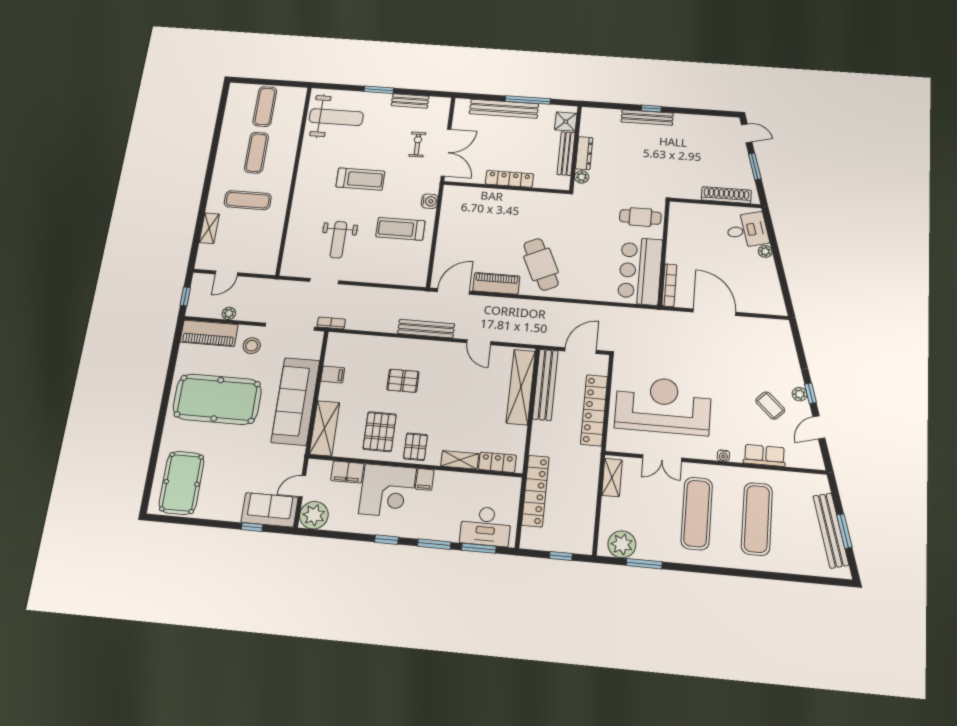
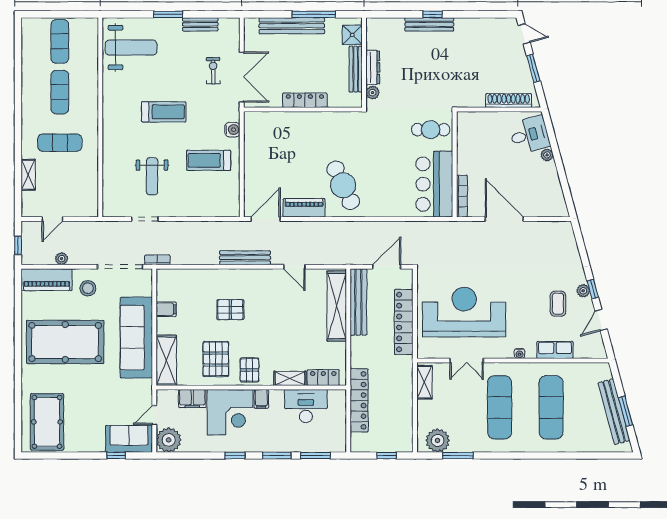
coffee table: (770, 405) -> (558, 304), turned 46
desk: (486, 526) -> (306, 406), moved, turned 180

